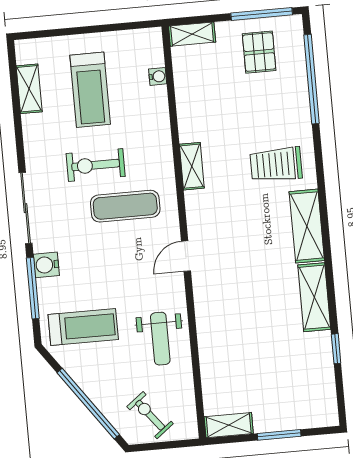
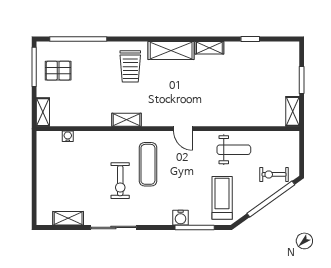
treadmill: (90, 90) -> (72, 180), removed
sliding door: (26, 208) -> (113, 227), moved
shelving: (314, 297) -> (209, 48), width x0.67, depth x0.75
exercise bike: (150, 415) -> (274, 174), moved, turned 38

